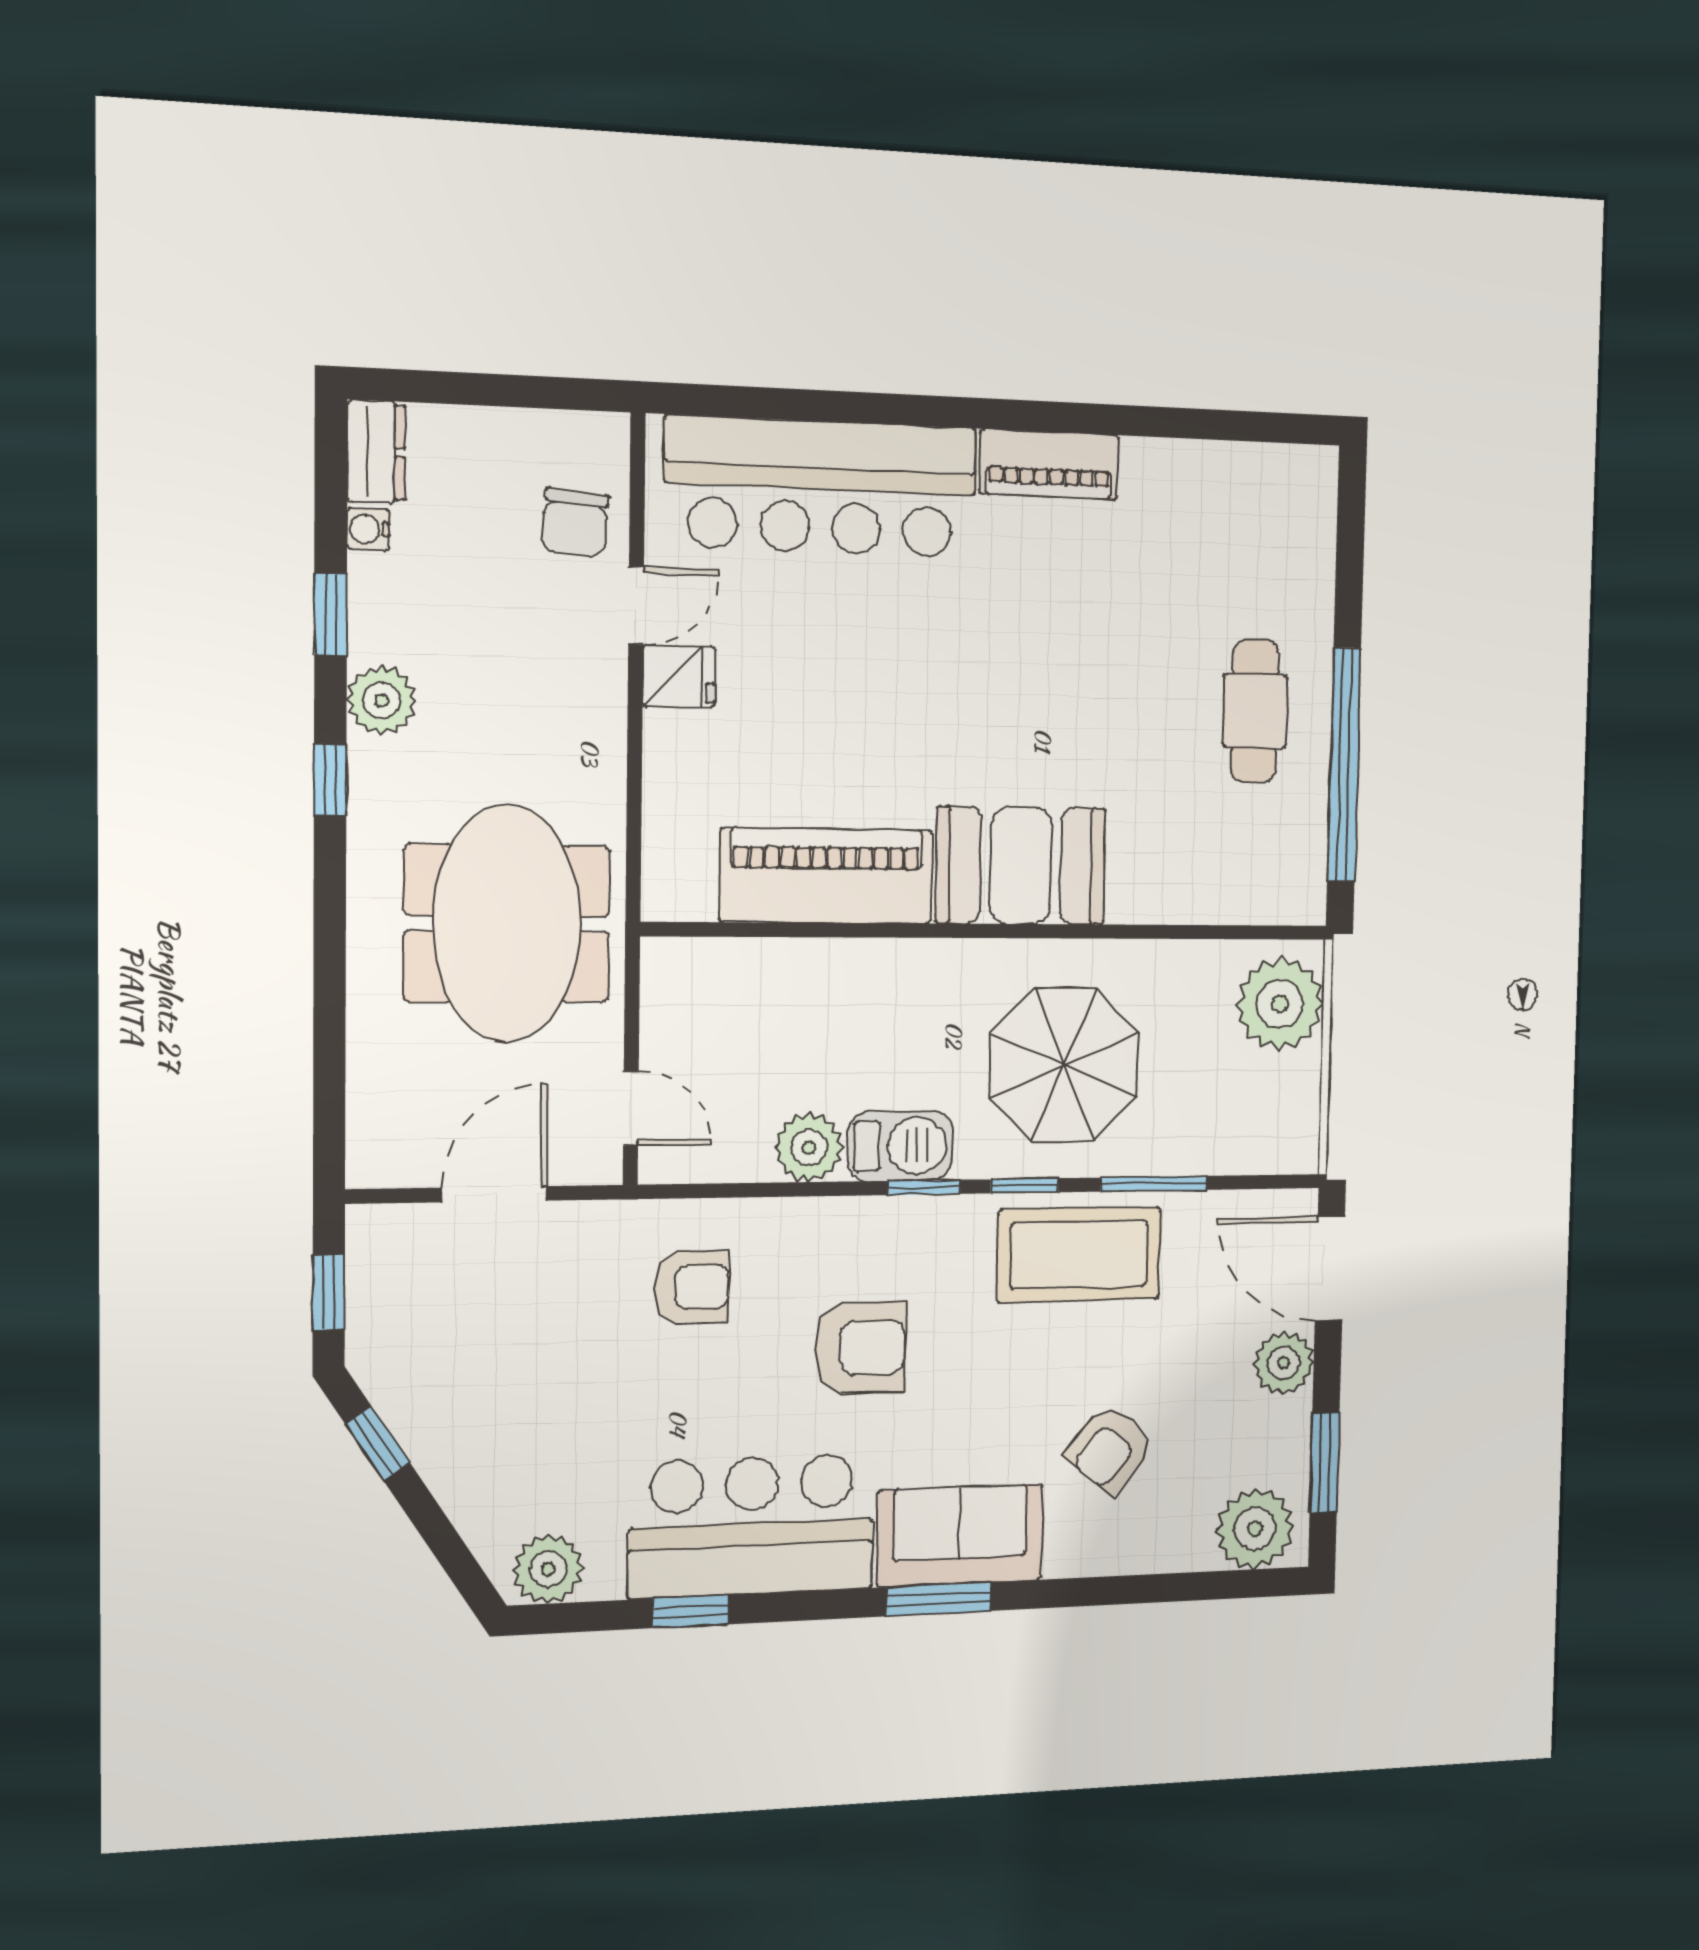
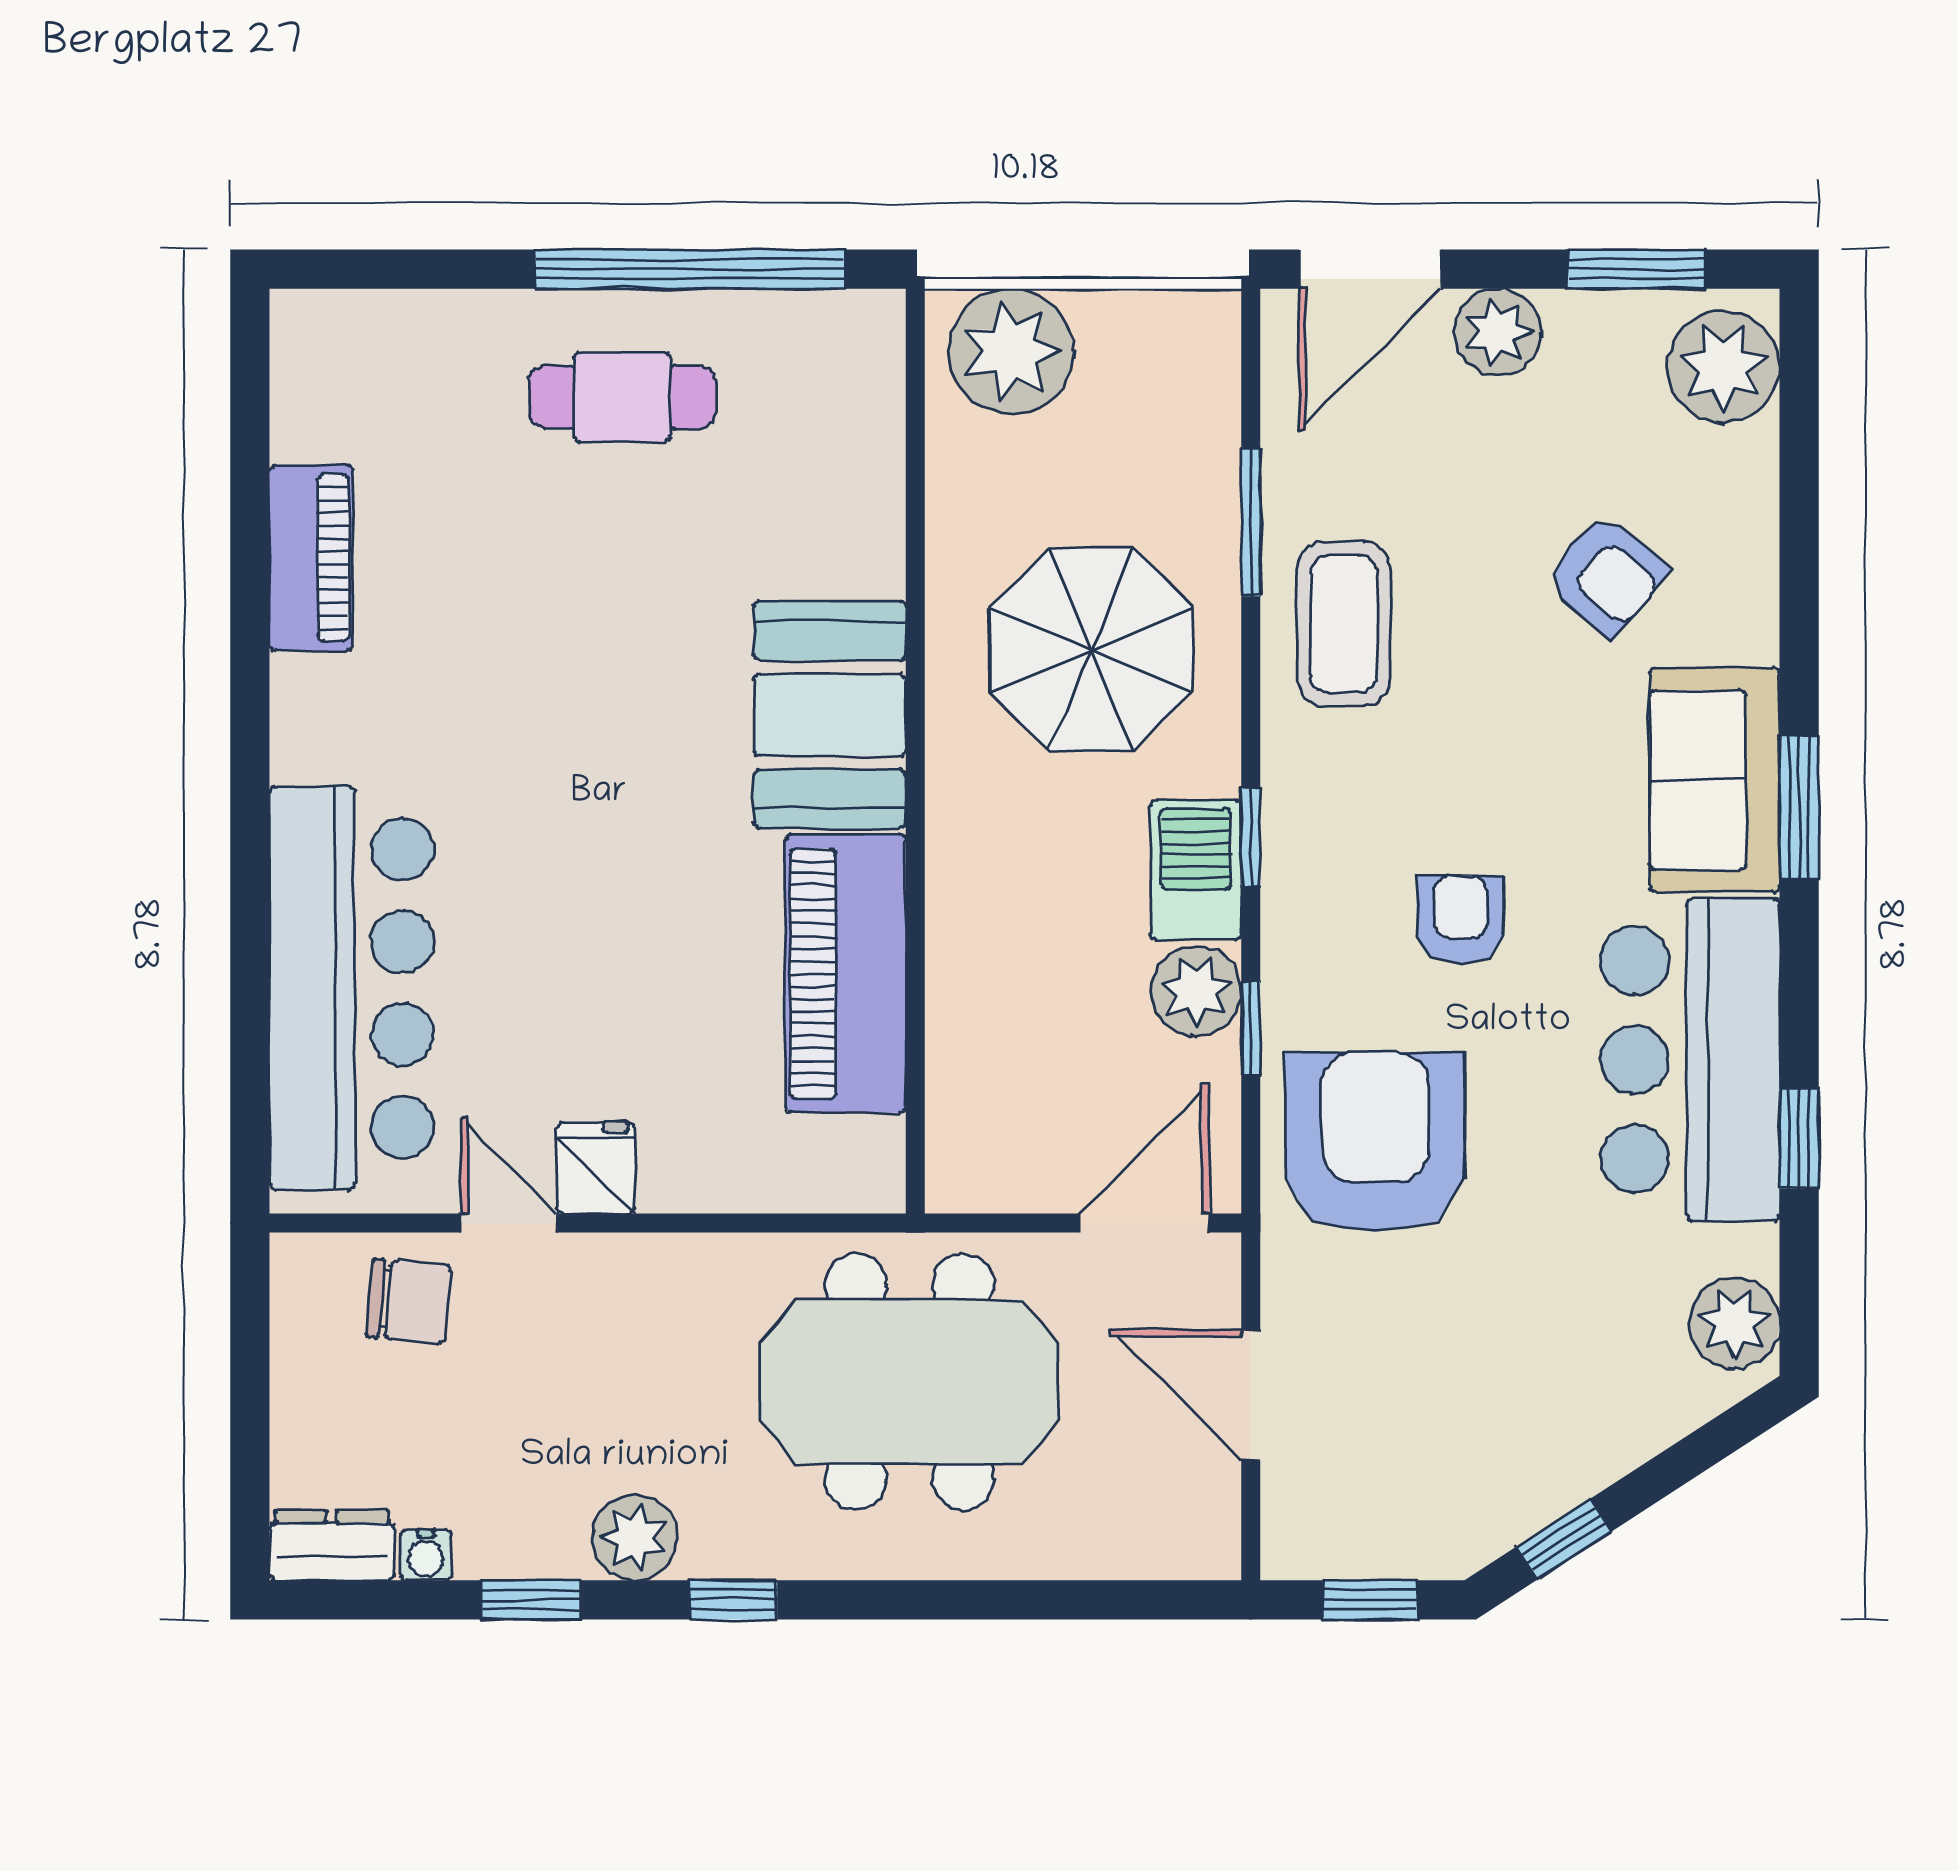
piano: (1049, 464) -> (311, 558), moved
door: (631, 1108) -> (1144, 1223), width x1.38
window: (1025, 1186) -> (1251, 1028), moved
coffee table: (1079, 1255) -> (1344, 624), width x0.73, depth x0.76
armchair: (692, 1287) -> (1375, 1142), width x1.88, depth x1.88
armchair: (860, 1348) -> (1460, 920), width x0.72, depth x0.72

